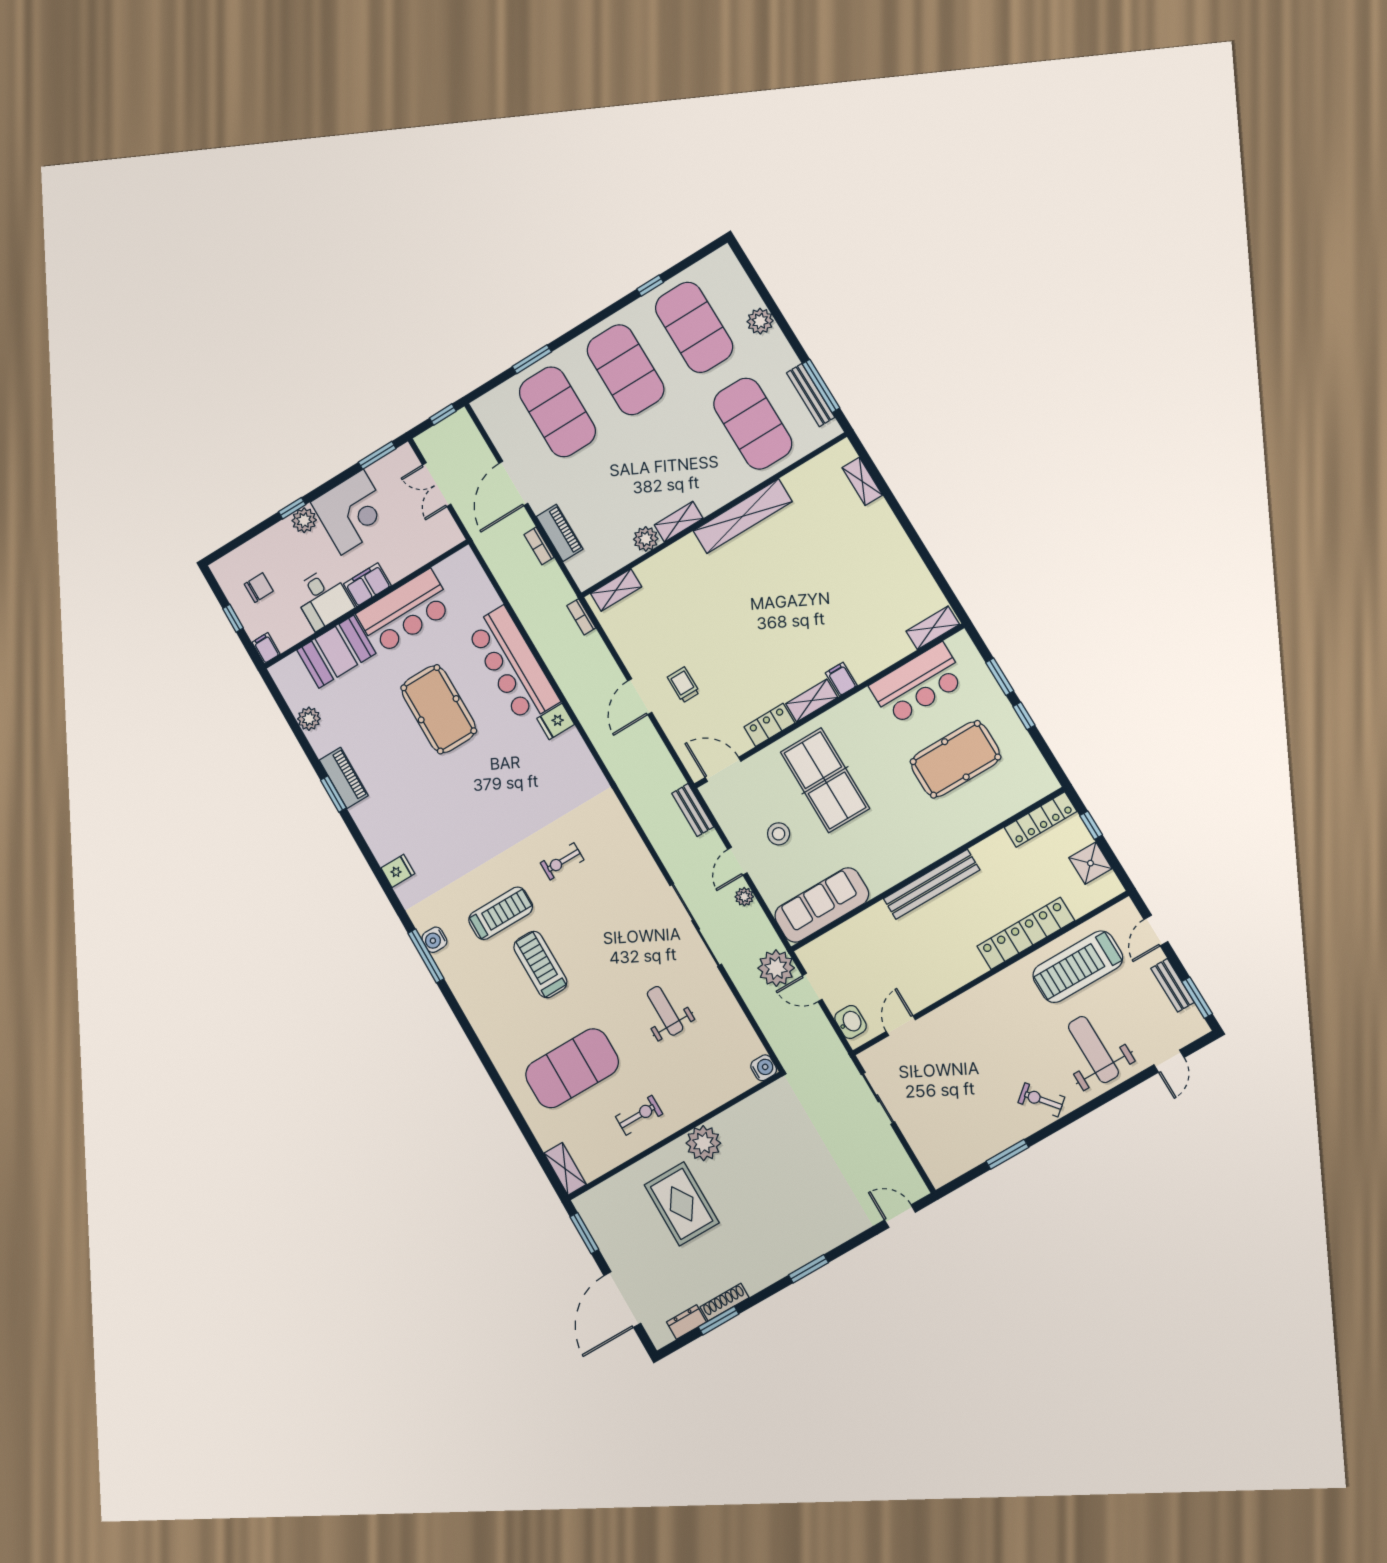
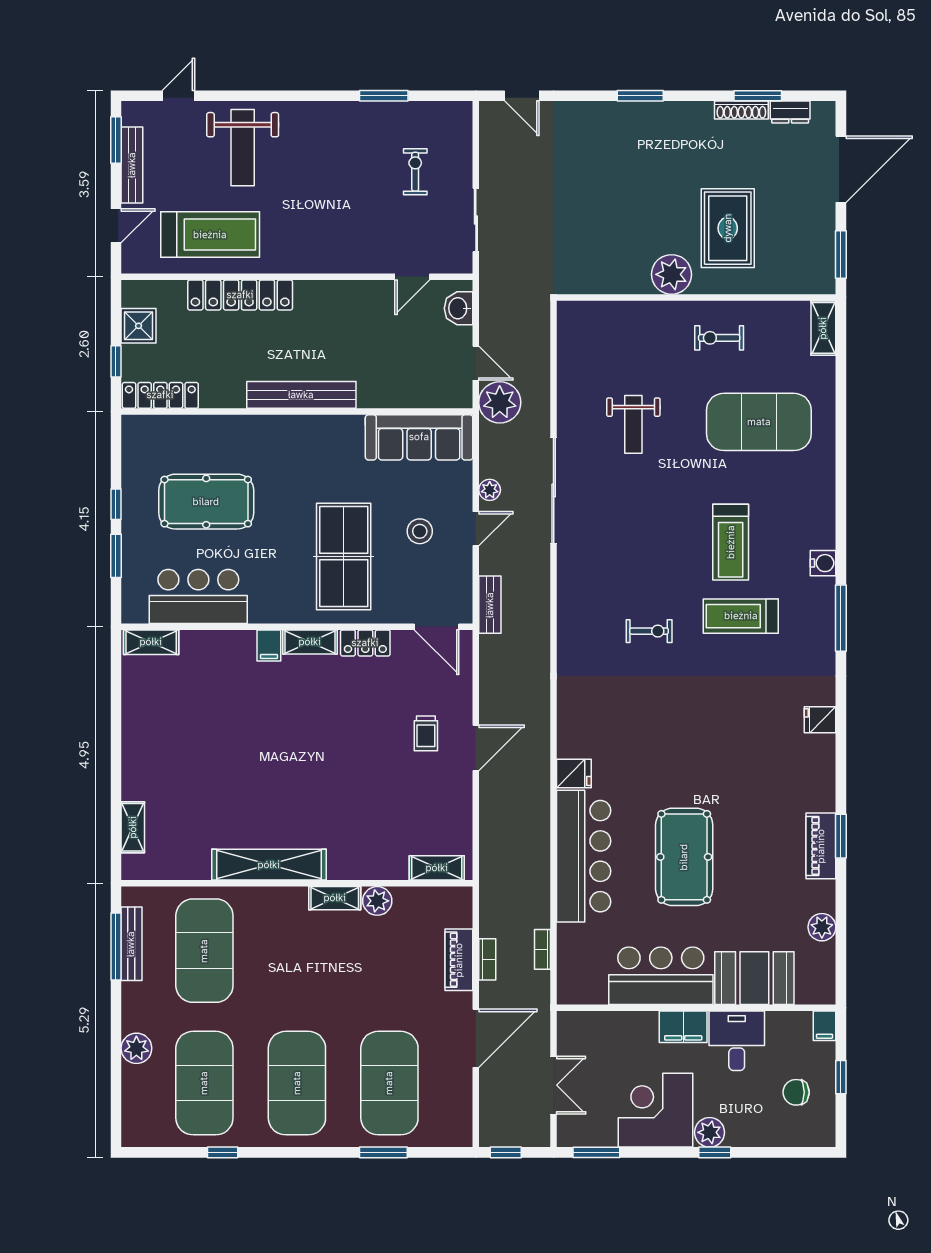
bookcase: (581, 617) -> (543, 949), moved, turned 180
water cooler: (434, 940) -> (823, 563), moved
bench: (1173, 985) -> (132, 165), width x1.36
water cooler: (764, 1068) -> (569, 313), removed
exercise bike: (1041, 1100) -> (415, 172), moved, turned -140

